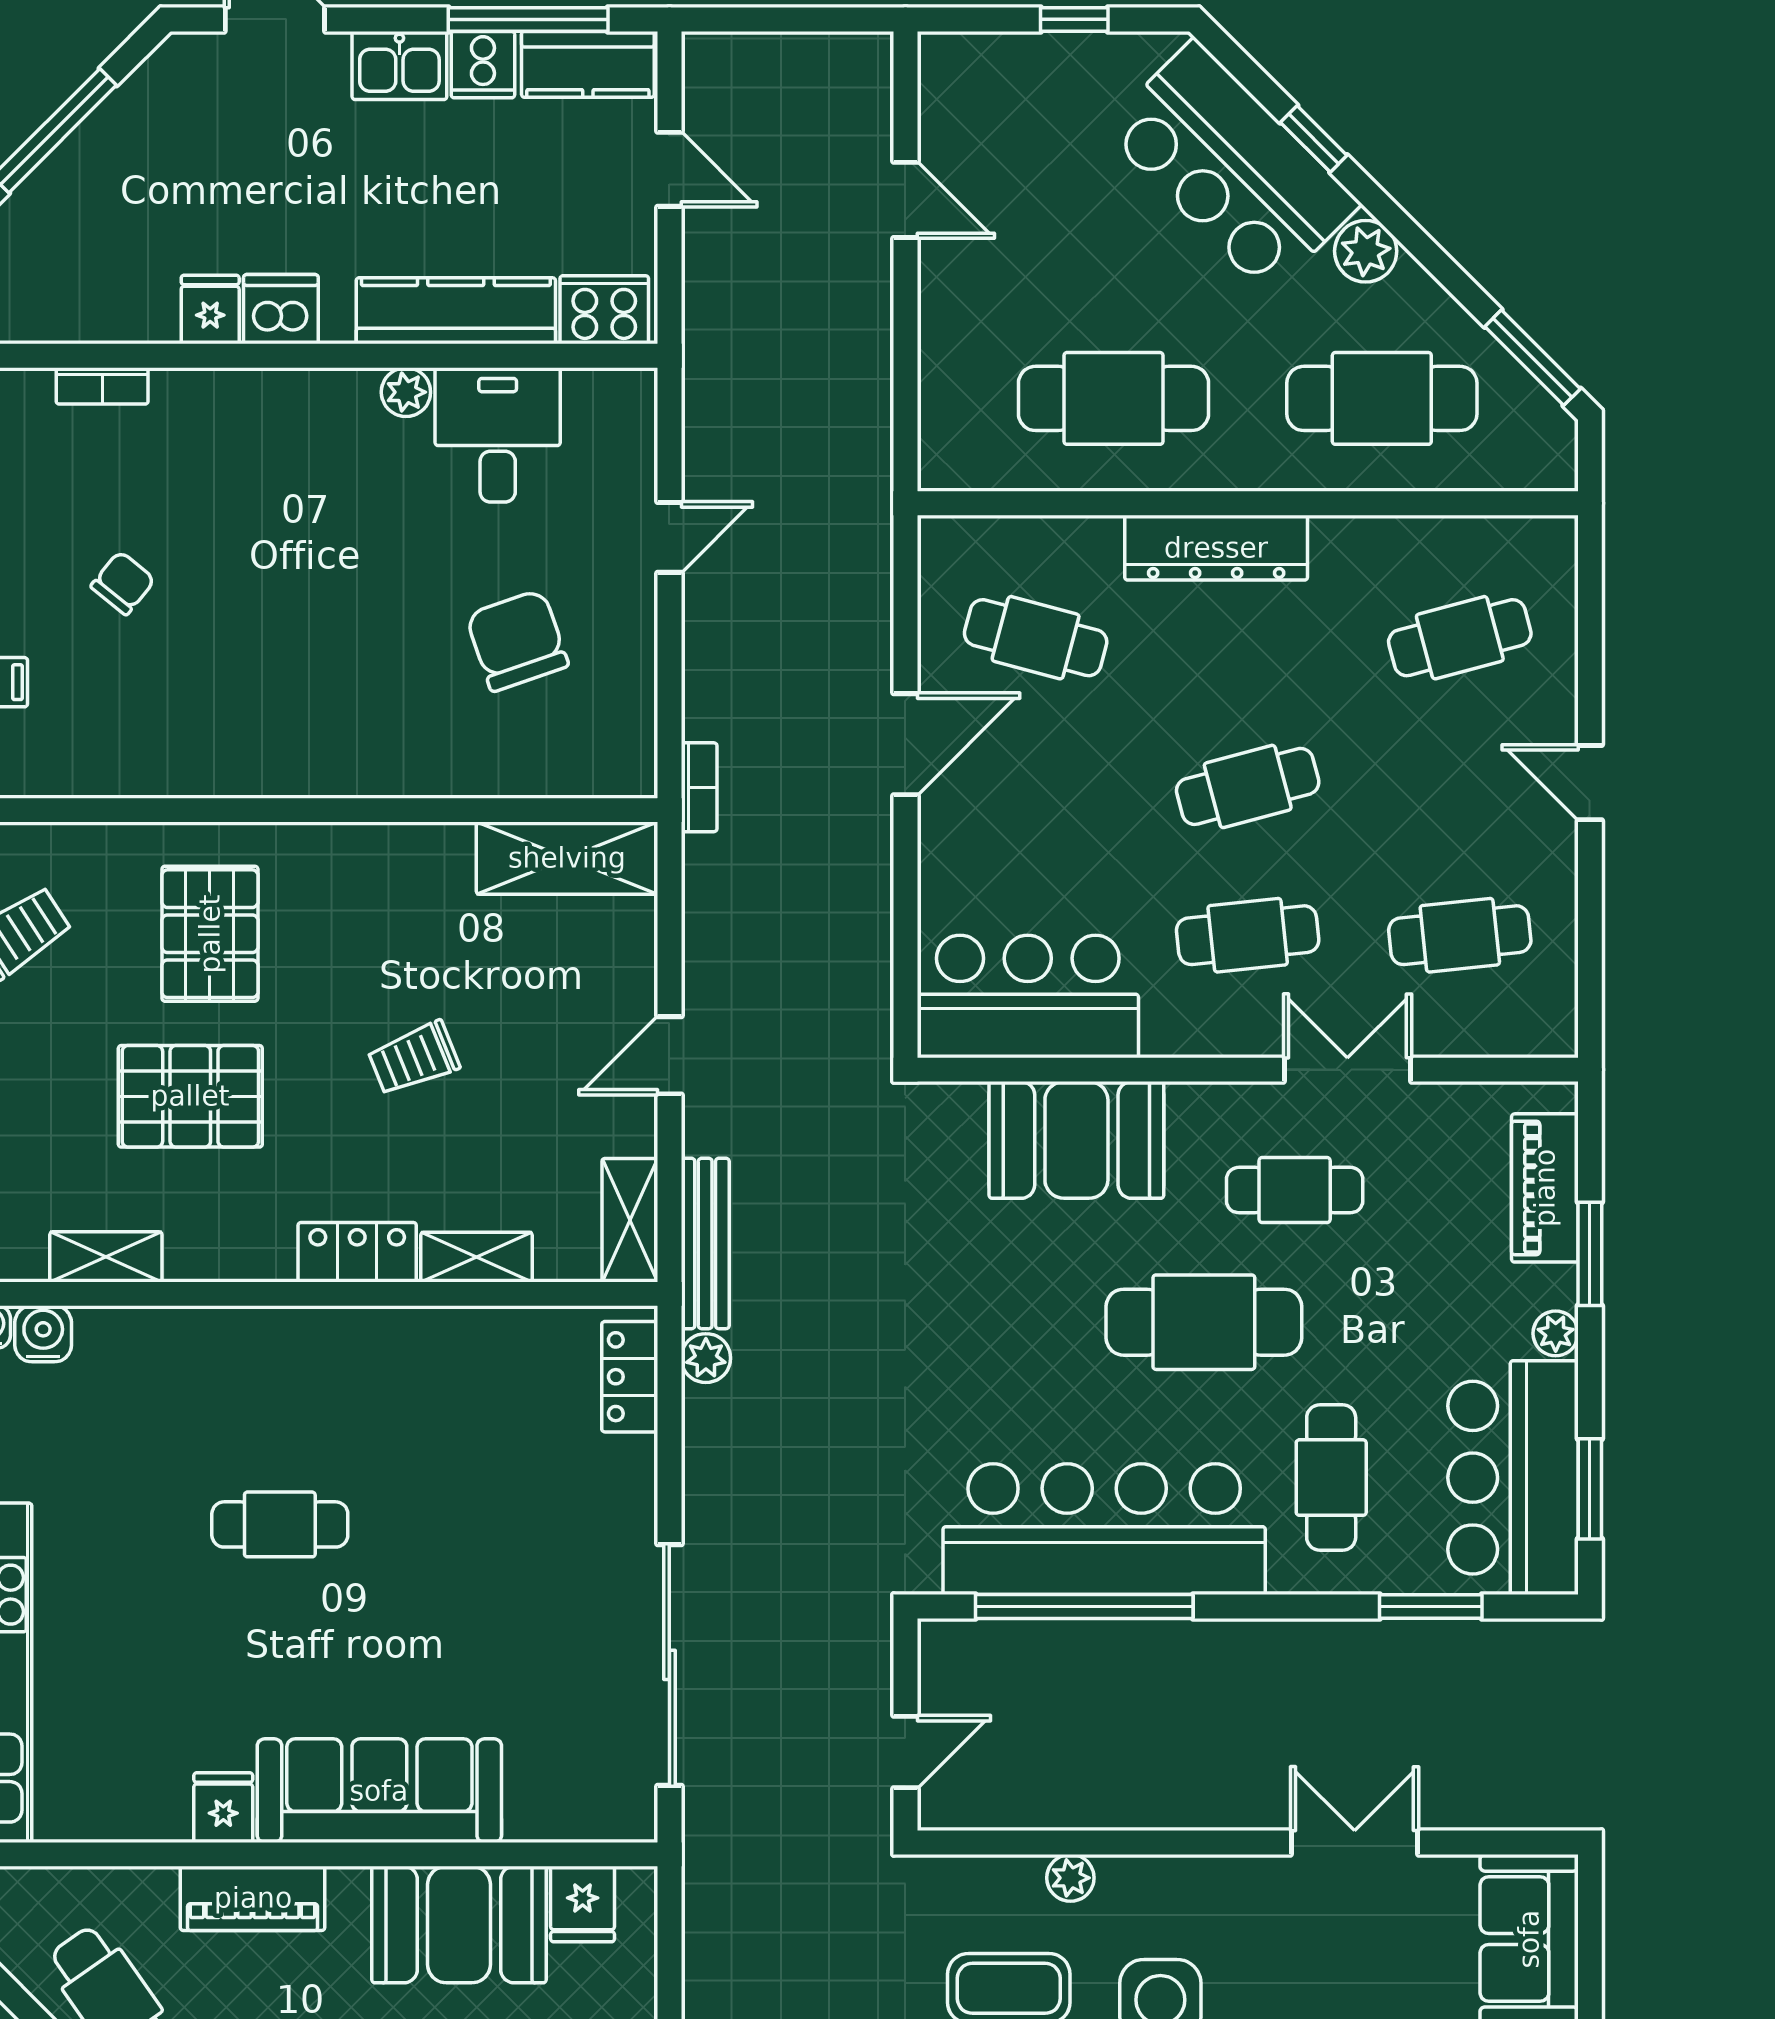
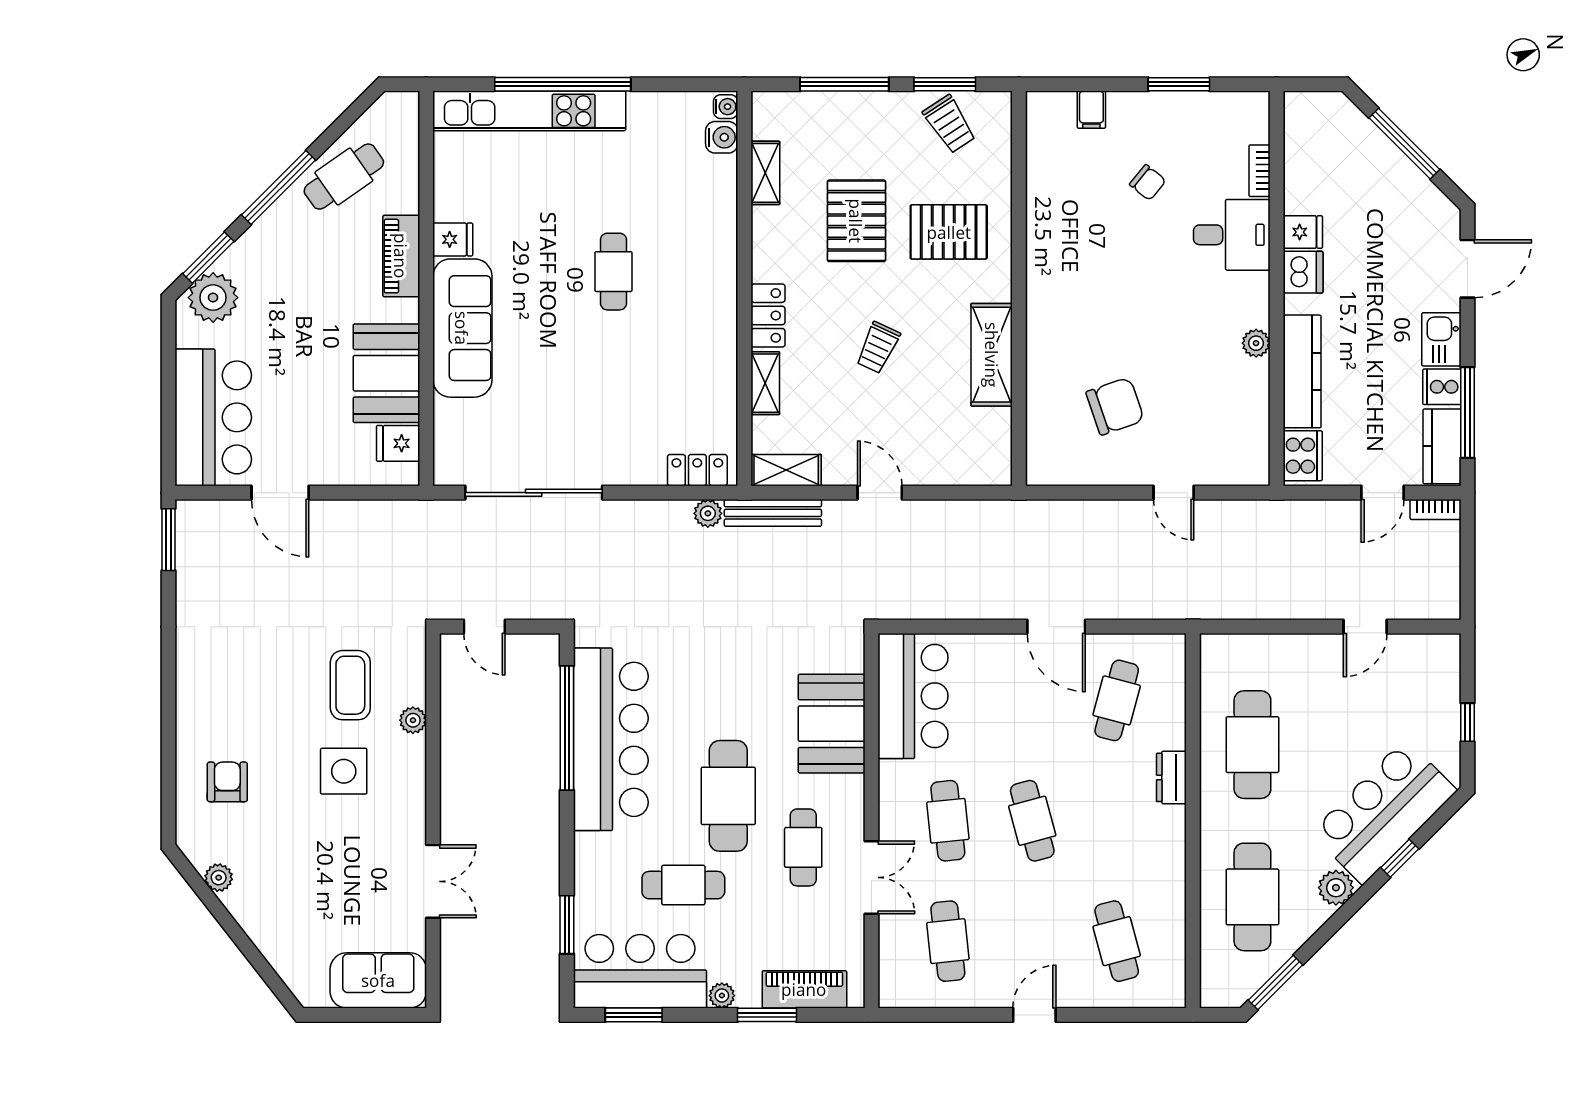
desk: (498, 435) -> (1232, 235), moved
dresser: (1216, 548) -> (1171, 777), width x0.51, depth x0.80
bookcase: (699, 787) -> (1435, 509), moved
shelving: (567, 858) -> (992, 355), moved
trolley: (414, 1058) -> (878, 348), turned -133
cafe table: (1331, 1478) -> (683, 885), moved

